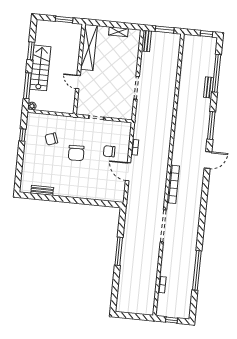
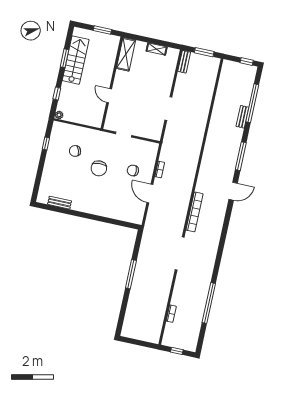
shelving: (89, 47) -> (126, 54), width x0.68
stairs: (40, 68) -> (76, 60), moved
window: (27, 86) -> (57, 94), width x0.46

